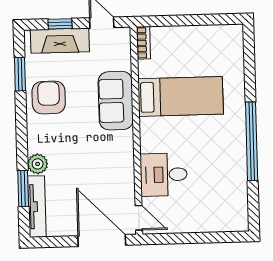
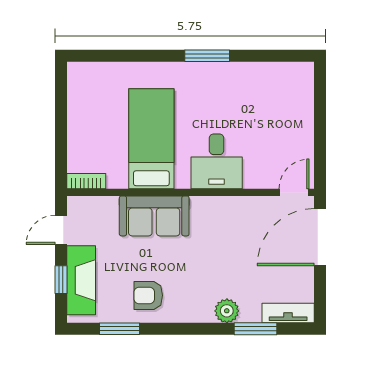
armchair: (49, 97) -> (148, 295), width x0.72, depth x0.72
window: (252, 141) -> (207, 56), width x0.47
desk: (164, 175) -> (217, 161), moved
tv unit: (37, 207) -> (288, 313), width x0.71

